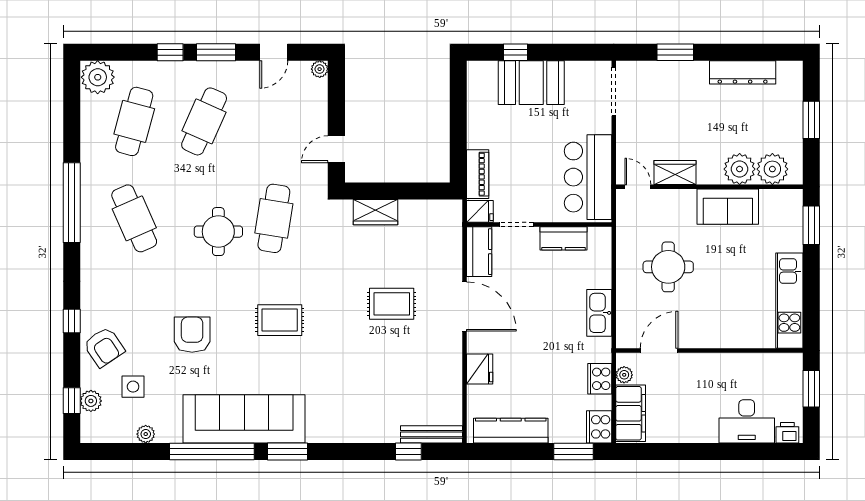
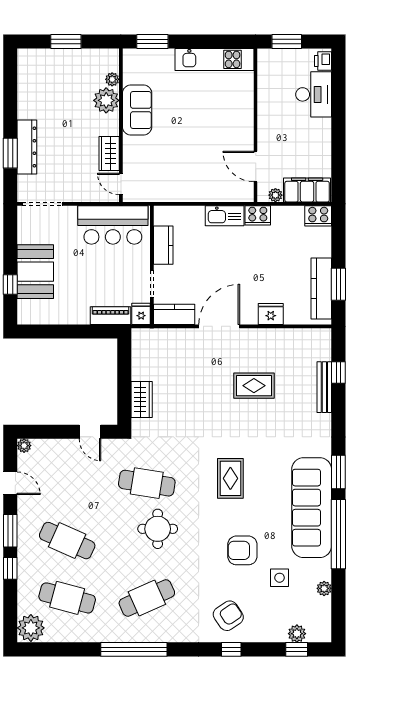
dresser: (743, 72) -> (27, 147), moved
plant: (772, 169) -> (112, 79), width x0.53, depth x0.53
door: (638, 187) -> (121, 184), hinge flipped
round table: (668, 267) -> (187, 159), removed
rug: (392, 304) -> (254, 386), moved, turned 90
armchair: (104, 347) -> (228, 616), moved
cooker: (600, 379) -> (258, 215), moved
side table: (133, 387) -> (280, 578), moved
bench: (432, 434) -> (324, 387), moved
window: (574, 451) -> (338, 284), moved

